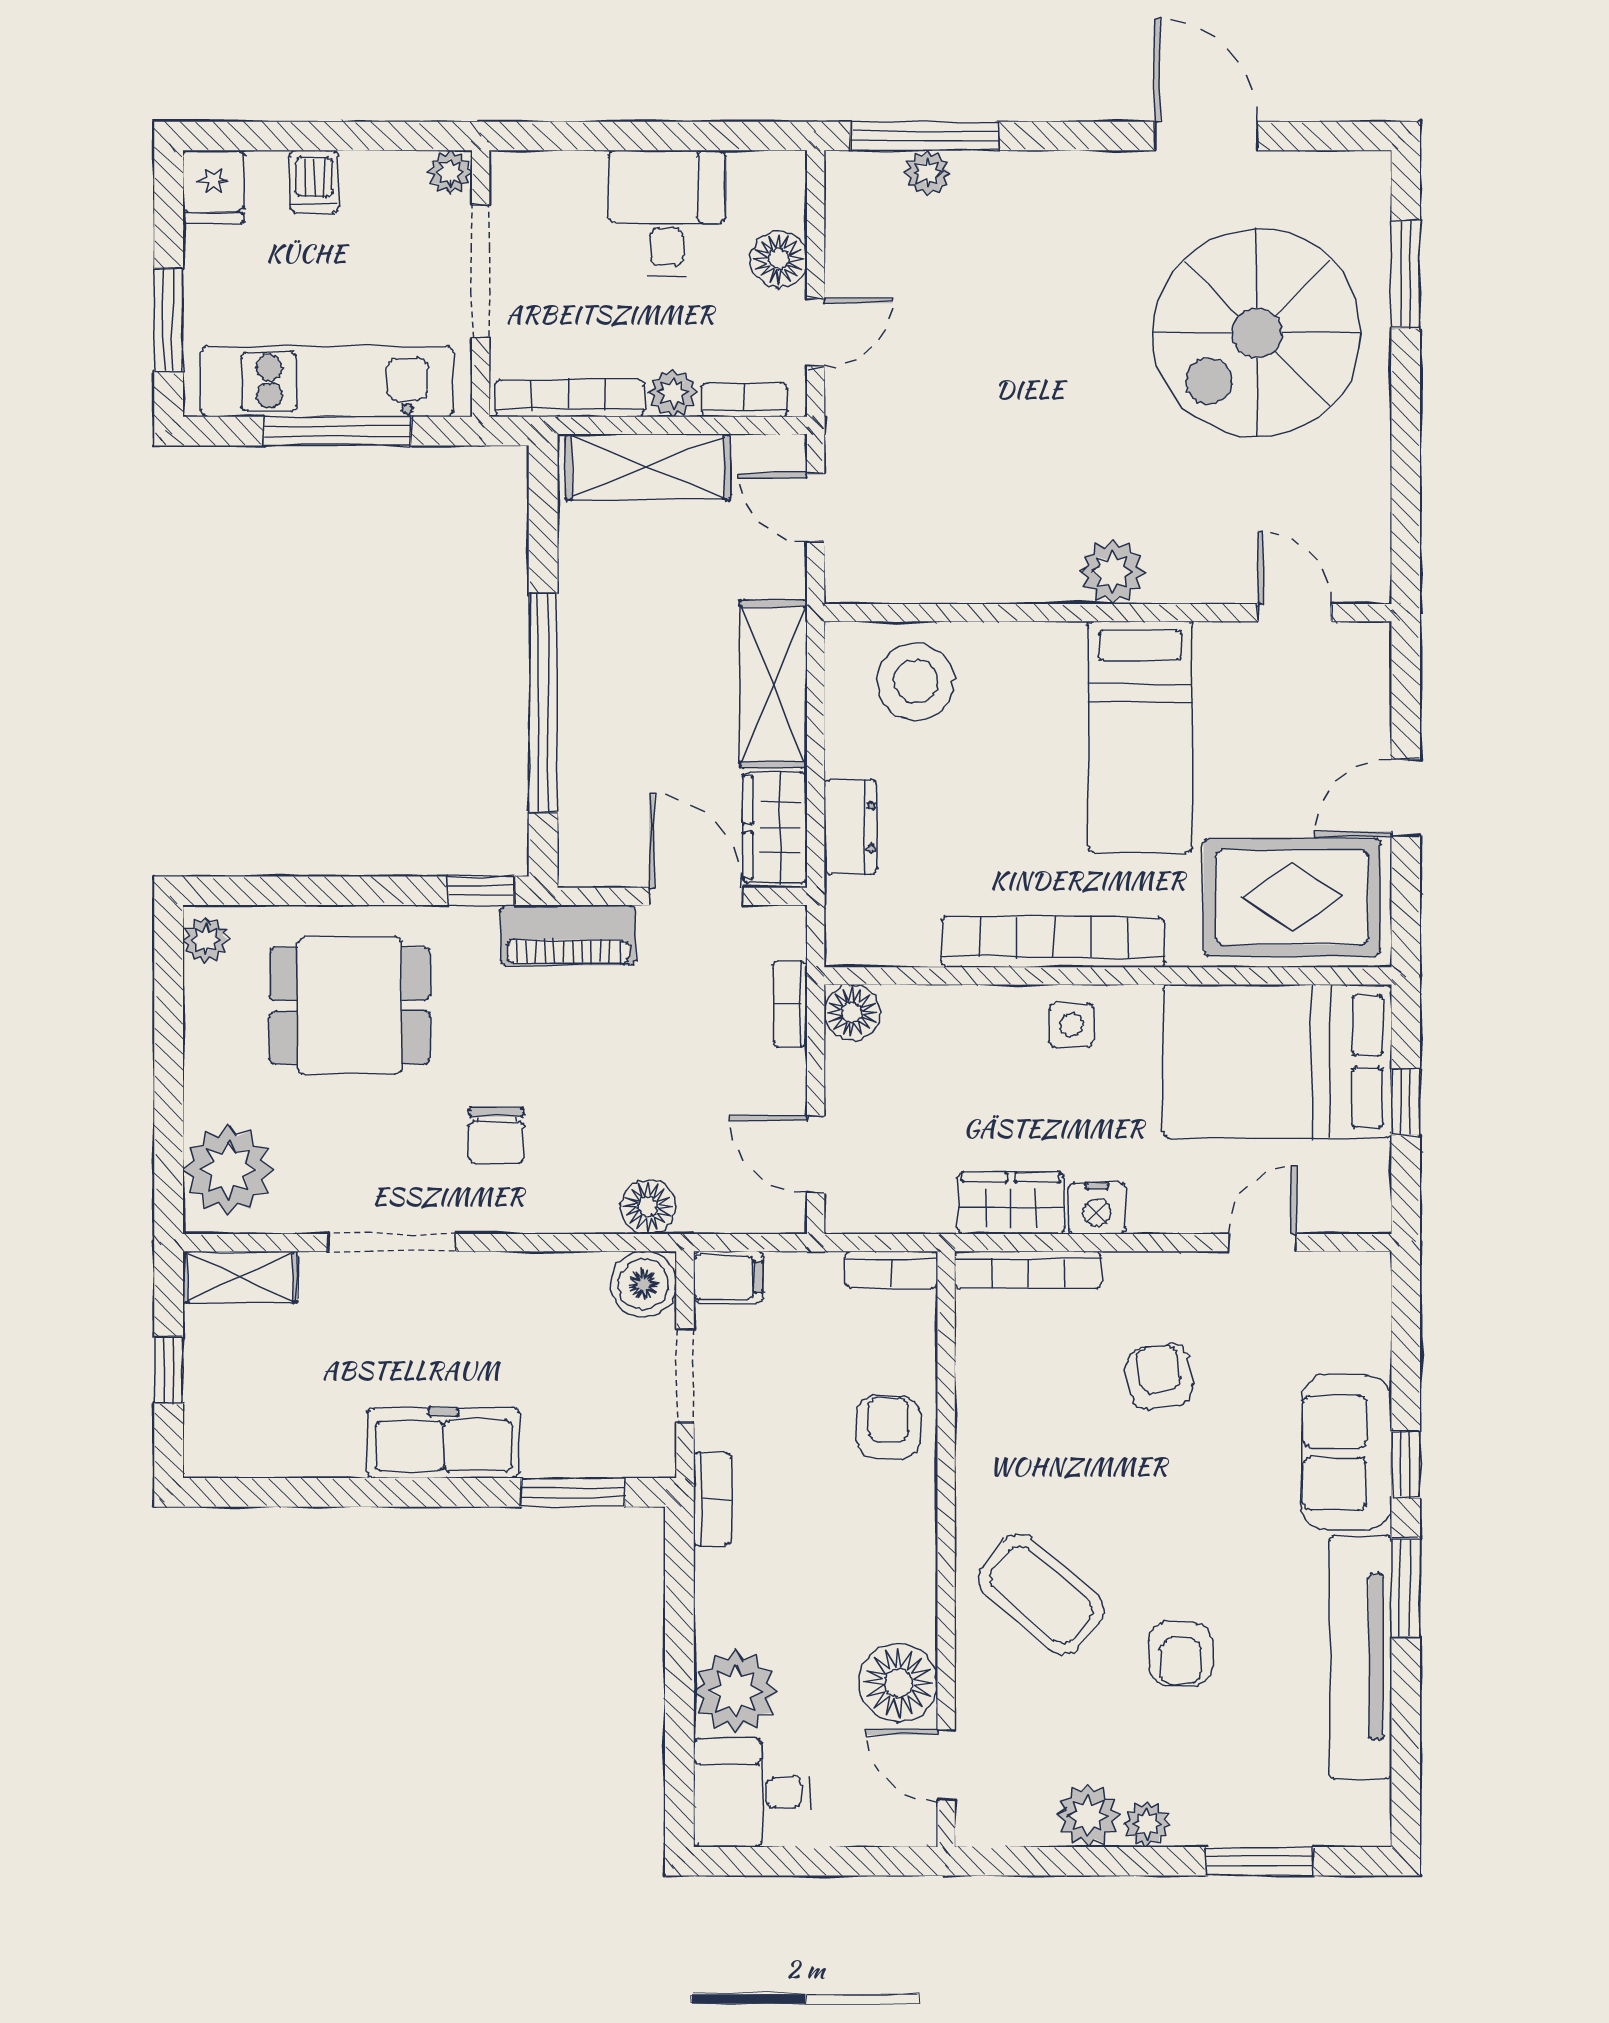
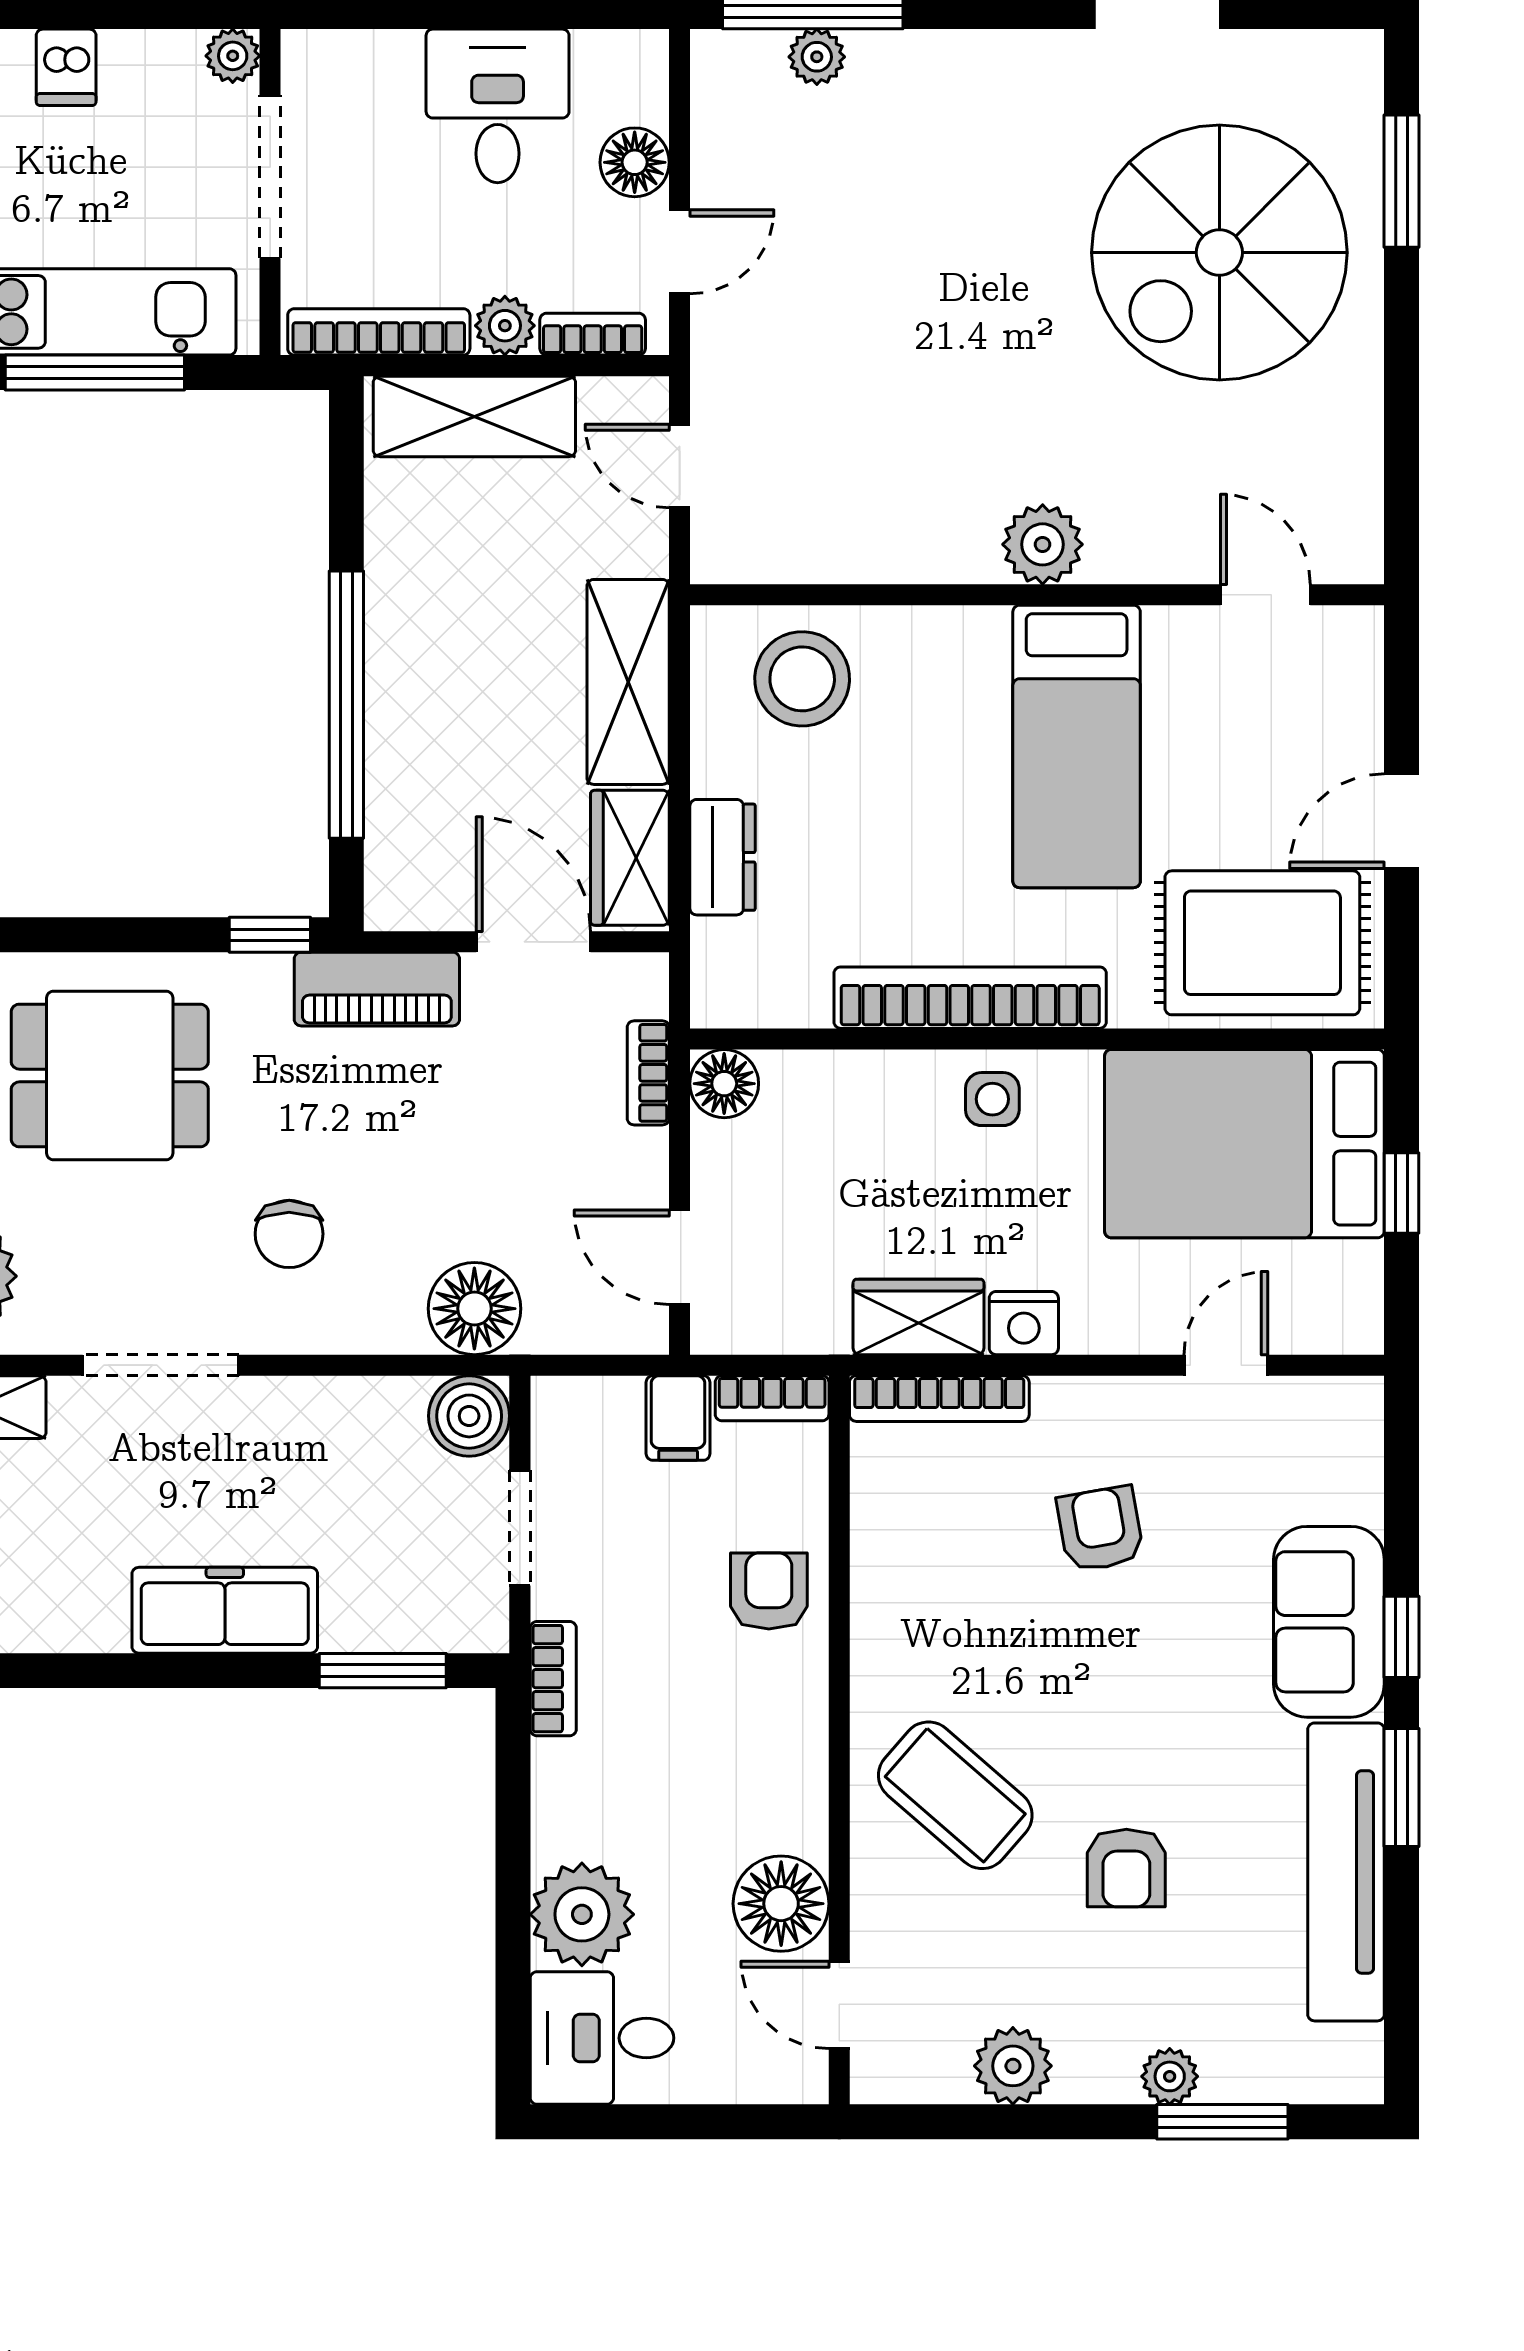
floor lamp: (648, 1207) -> (474, 1309), width x1.38, depth x1.38
filing cabinet: (728, 1277) -> (678, 1418), moved, turned 90
plant: (1147, 1824) -> (1170, 2076), moved

